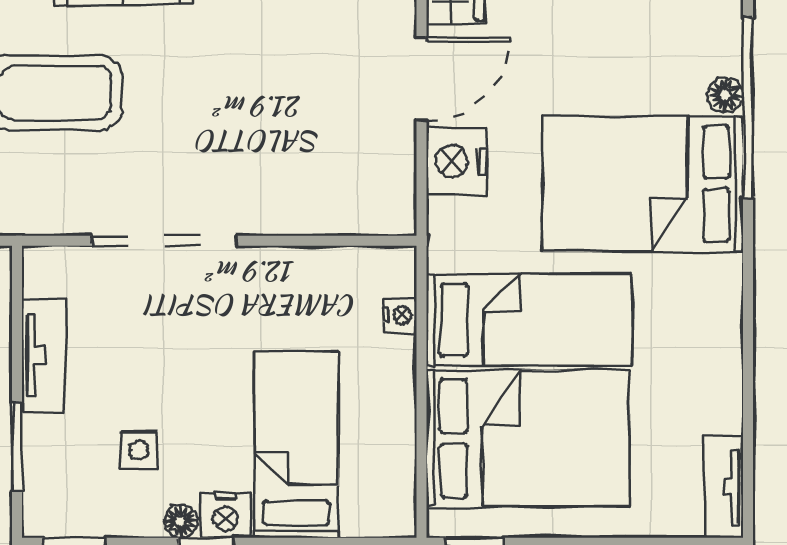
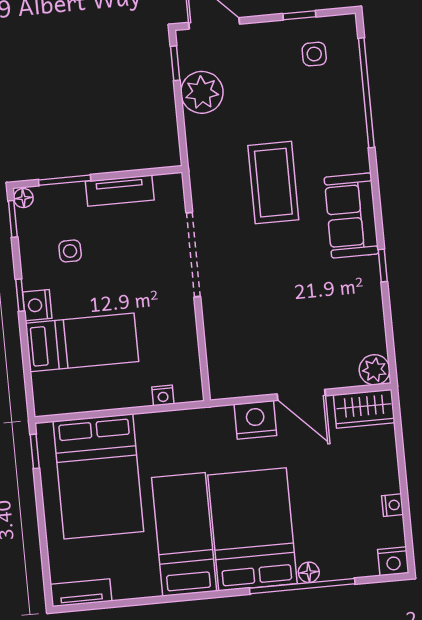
bed: (529, 320) -> (184, 534), moved, turned 180
floor lamp: (180, 521) -> (23, 198), moved

